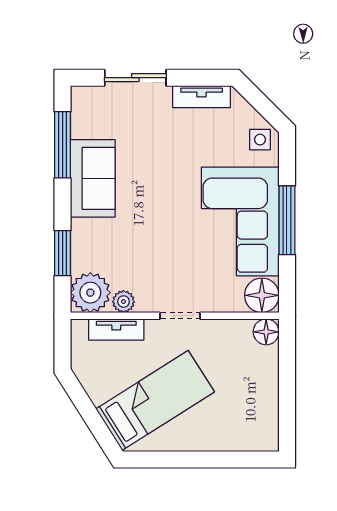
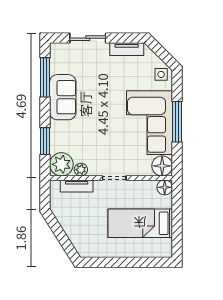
bed: (155, 400) -> (140, 223), moved, turned -148

